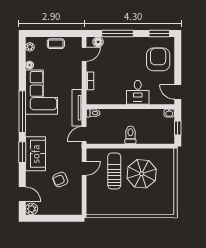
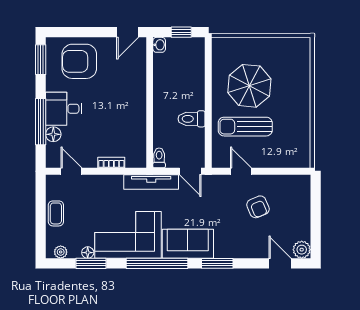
floor lamp: (98, 42) -> (53, 134), moved
window: (22, 67) -> (91, 263), added
desk: (138, 92) -> (64, 109), moved, turned 180
toilet: (130, 135) -> (192, 119), moved
sofa: (35, 154) -> (188, 244), moved
door: (22, 194) -> (280, 263), hinge flipped

